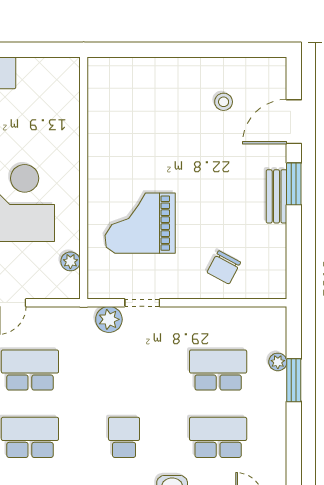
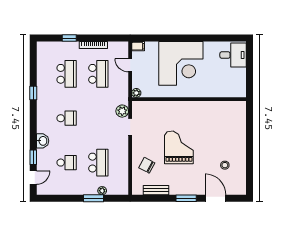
bench: (277, 196) -> (156, 190), moved
grand piano: (140, 223) -> (179, 147), moved
plant: (70, 261) -> (136, 93), moved
school desk: (218, 437) -> (67, 163), width x0.54

